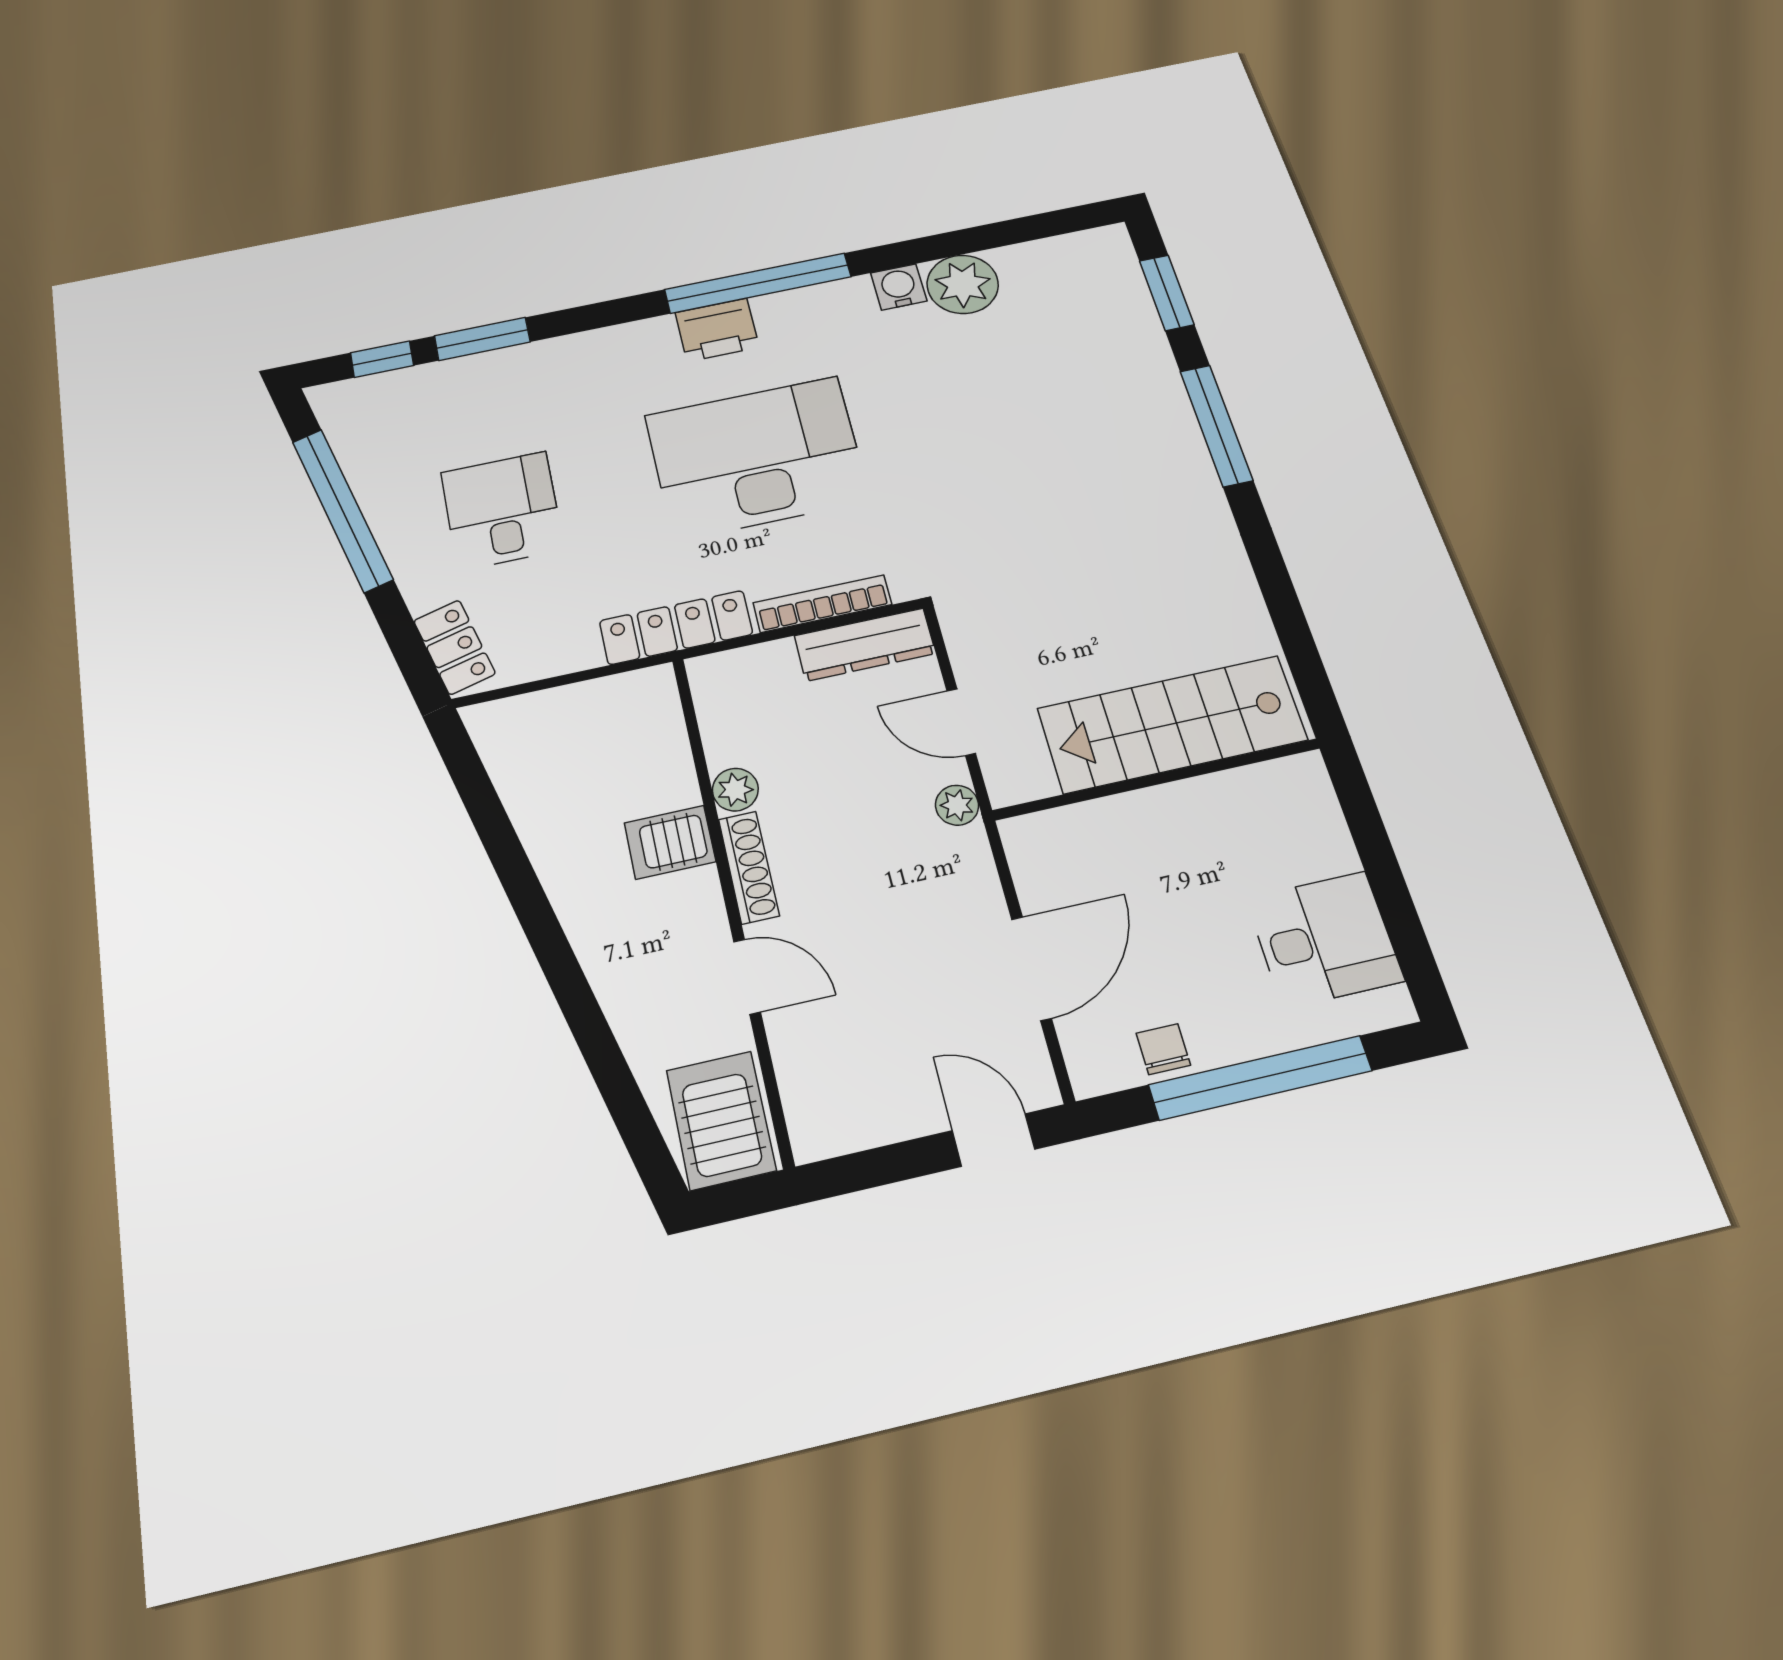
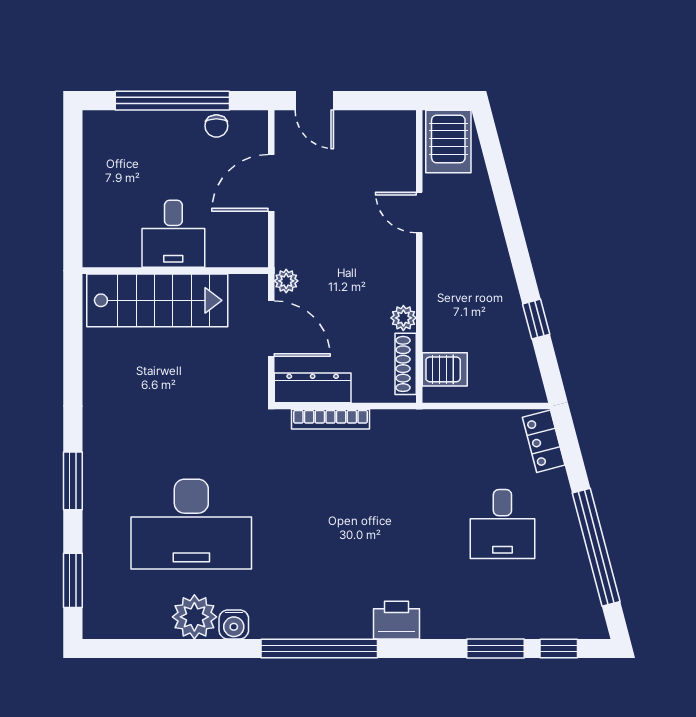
printer: (717, 330) -> (397, 620), moved
window: (1216, 425) -> (73, 481), width x0.69
desk: (757, 458) -> (191, 524), moved
locker: (676, 627) -> (416, 424), removed
door: (961, 722) -> (271, 329), width x1.38
window: (500, 839) -> (536, 319), added
server rack: (670, 842) -> (445, 369), moved
shoe rack: (749, 867) -> (406, 364), moved
desk: (1324, 939) -> (173, 234), moved, turned -90

